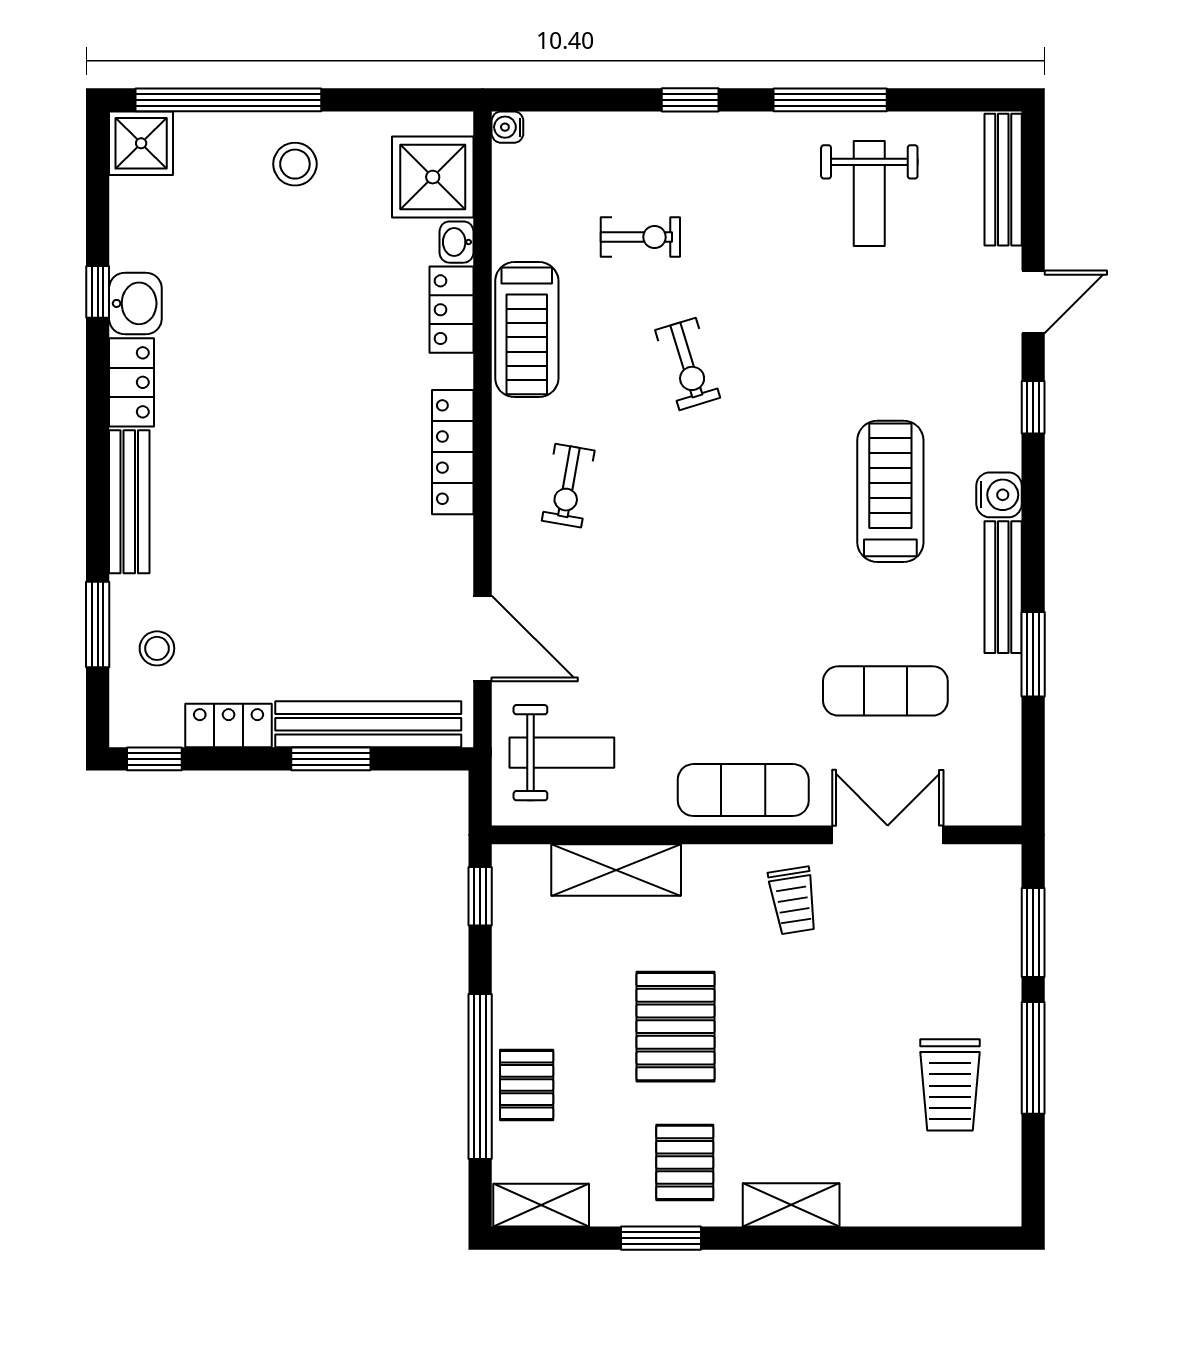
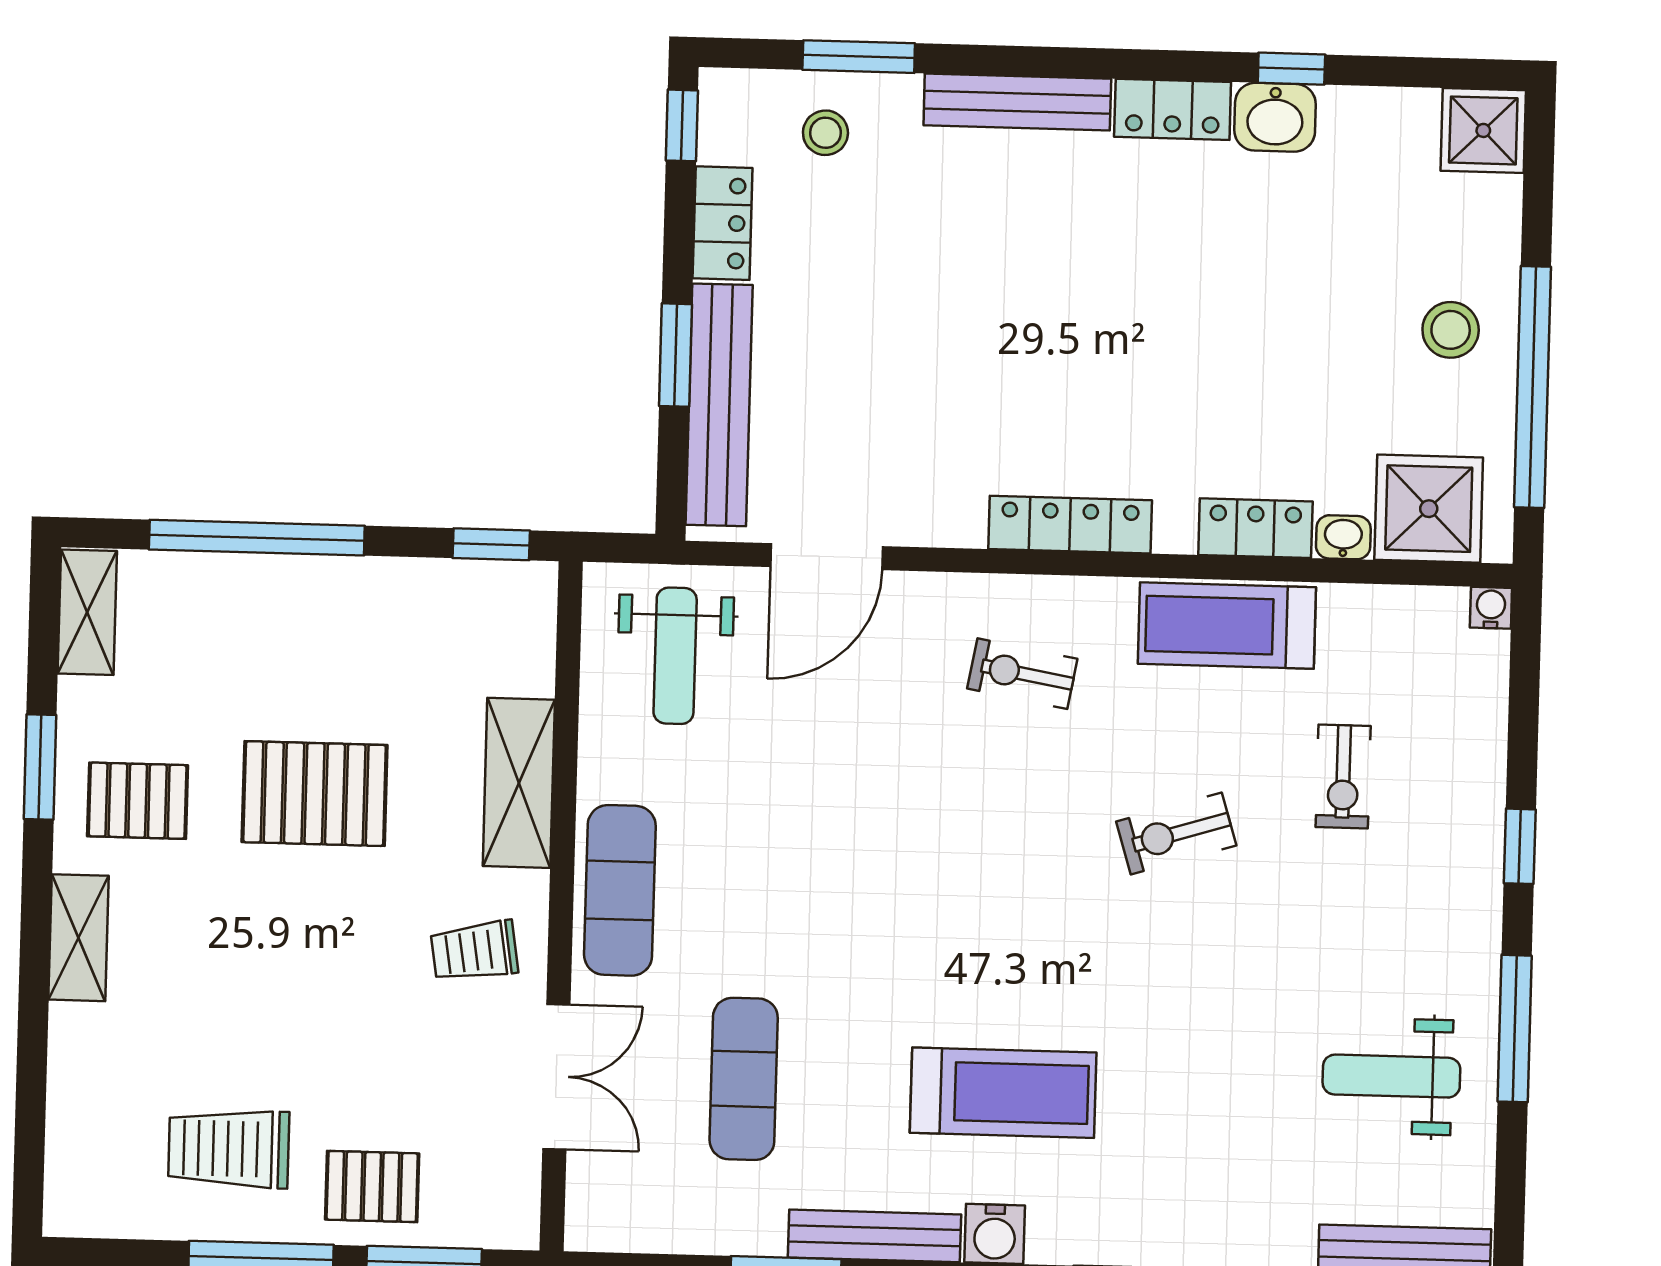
window: (228, 100) -> (1533, 387), moved
shelving: (616, 870) -> (519, 783), moved
pallet: (527, 1085) -> (372, 1187), moved

